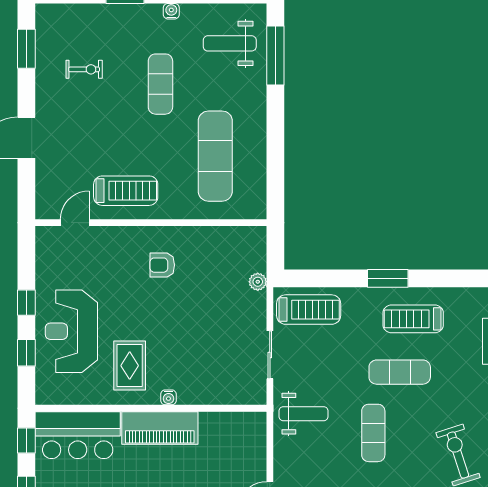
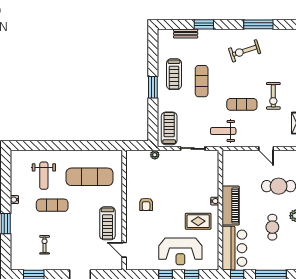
weight bench: (230, 43) -> (44, 176), moved
window: (275, 56) -> (37, 146), removed
treadmill: (126, 191) -> (107, 223), turned 180
weight bench: (303, 414) -> (223, 131), turned -90
exercise mat: (373, 433) -> (242, 104), moved

